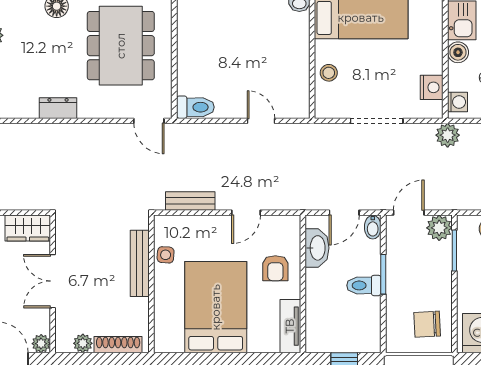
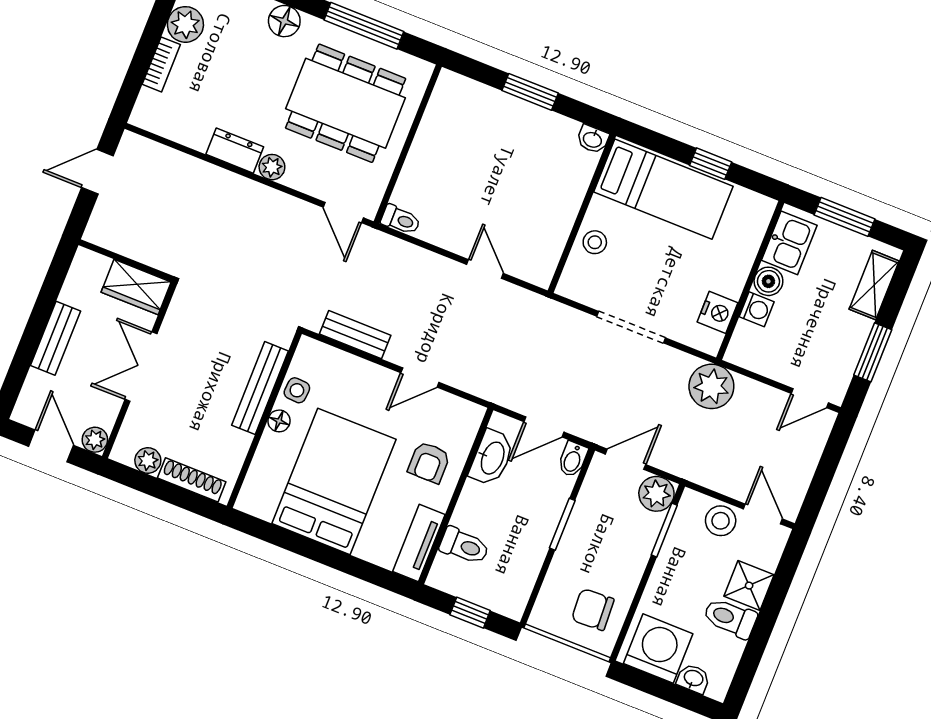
dining table: (121, 46) -> (346, 103), turned 90
washing machine: (457, 102) -> (757, 309), moved
toilet: (195, 107) -> (401, 220), width x0.73, depth x0.72
plant: (88, 109) -> (272, 167), added
plant: (448, 135) -> (711, 386), width x1.36, depth x1.36
floor lamp: (162, 281) -> (279, 421), added
toilet: (364, 285) -> (464, 546), moved, turned 180

